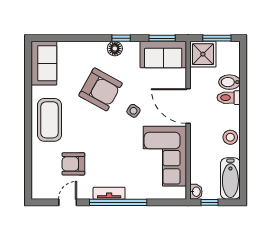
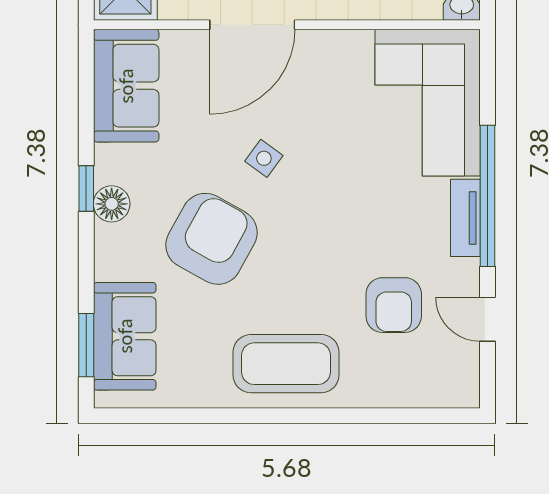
window: (162, 38) -> (86, 345), moved
sofa: (44, 63) -> (125, 336), moved, turned 90
corner sofa: (165, 156) -> (428, 103), moved, turned 90

